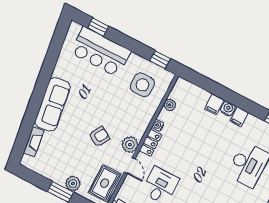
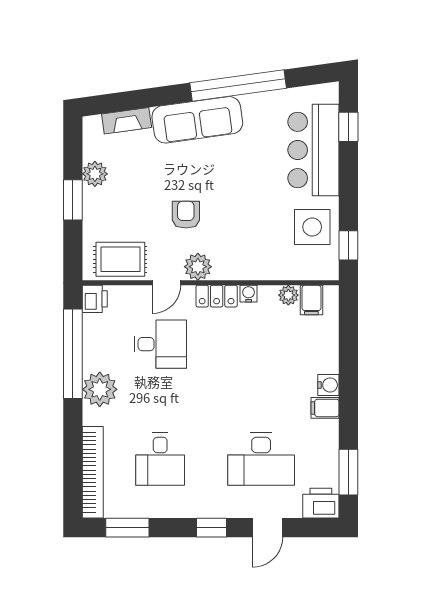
window: (46, 73) -> (238, 85), added
side table: (142, 85) -> (312, 227), moved
filing cabinet: (214, 104) -> (311, 300), moved, turned -90
armchair: (99, 137) -> (186, 215), turned -121
plant: (73, 184) -> (95, 174), moved

